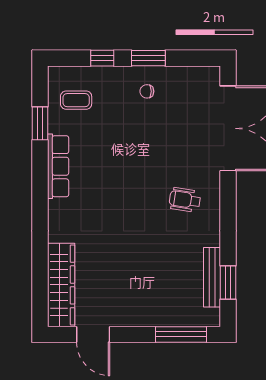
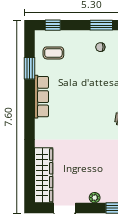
window: (102, 58) -> (53, 25), moved
plant: (138, 319) -> (95, 198), added

